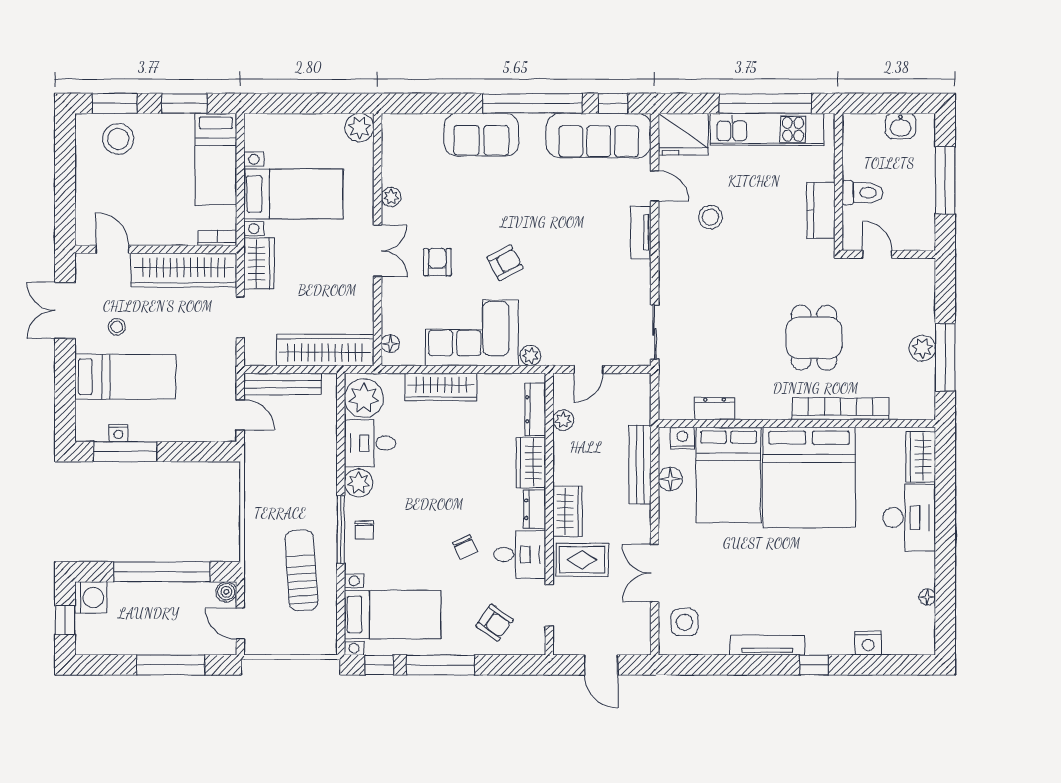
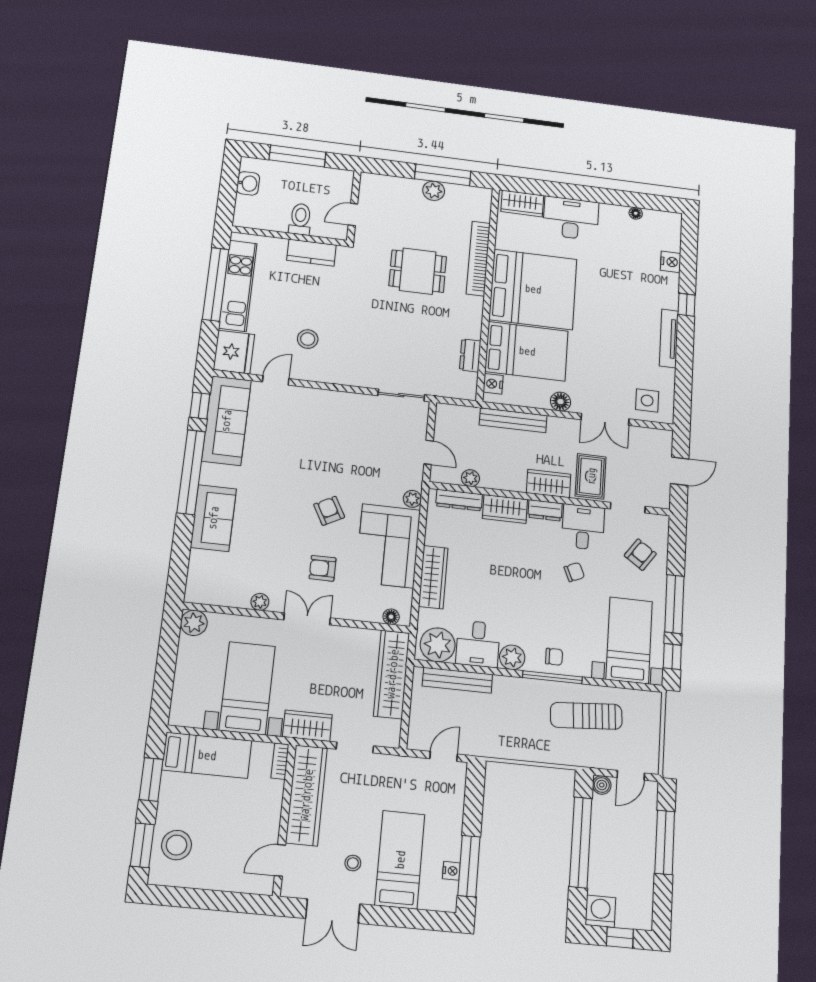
tv unit: (641, 232) -> (315, 396), removed
bench: (282, 384) -> (457, 680), moved, turned 90
floor lamp: (670, 479) -> (560, 402), moved

